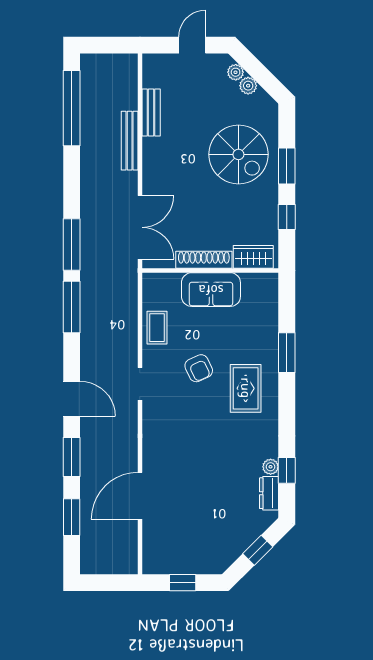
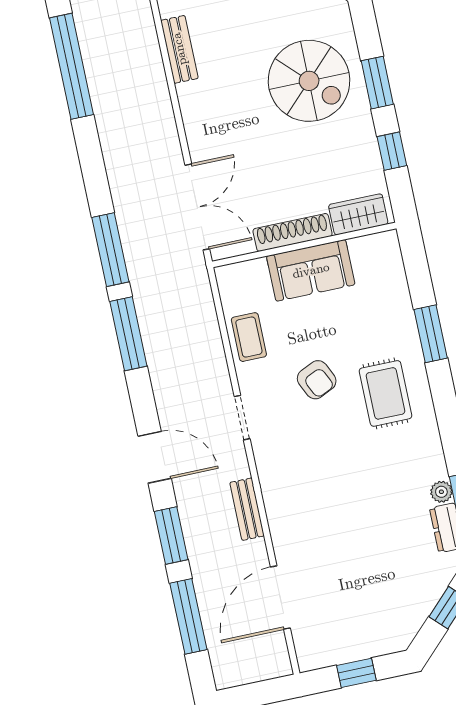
bench: (130, 141) -> (247, 509), moved, width x0.73
door: (140, 496) -> (280, 598), moved
window: (72, 517) -> (188, 616), width x1.44

